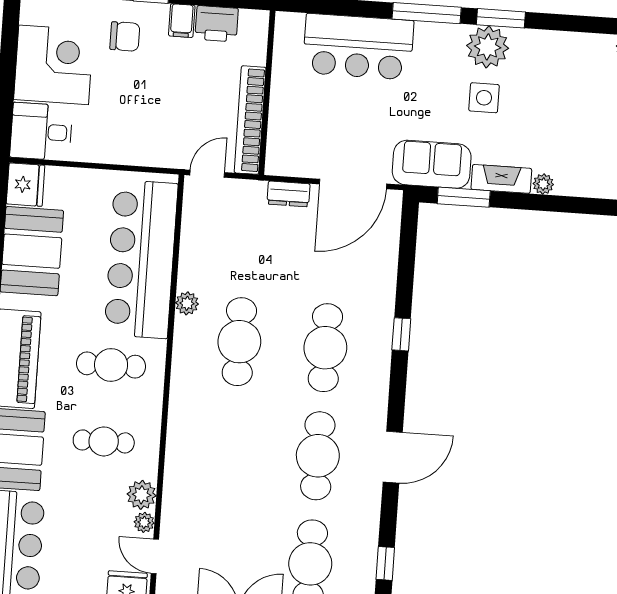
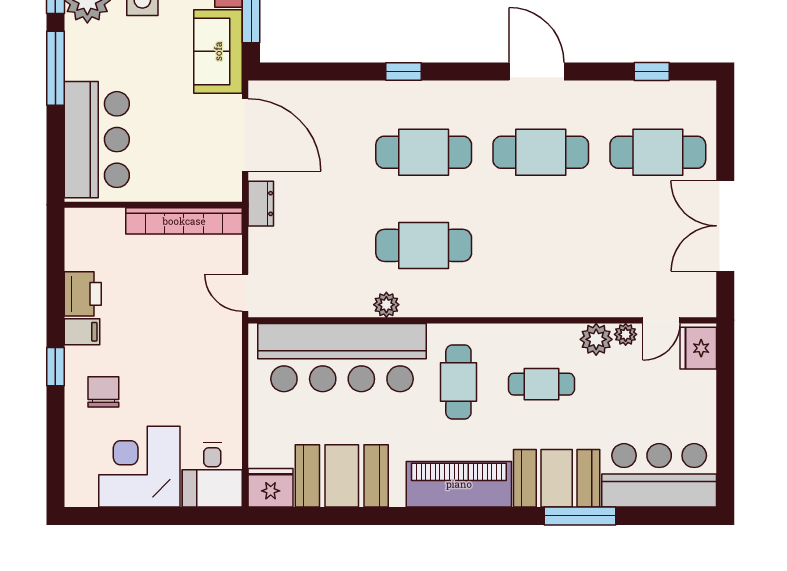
wall: (267, 93) -> (153, 205), moved
bookcase: (250, 120) -> (184, 221), moved
cafe table: (104, 441) -> (541, 384), turned 90

